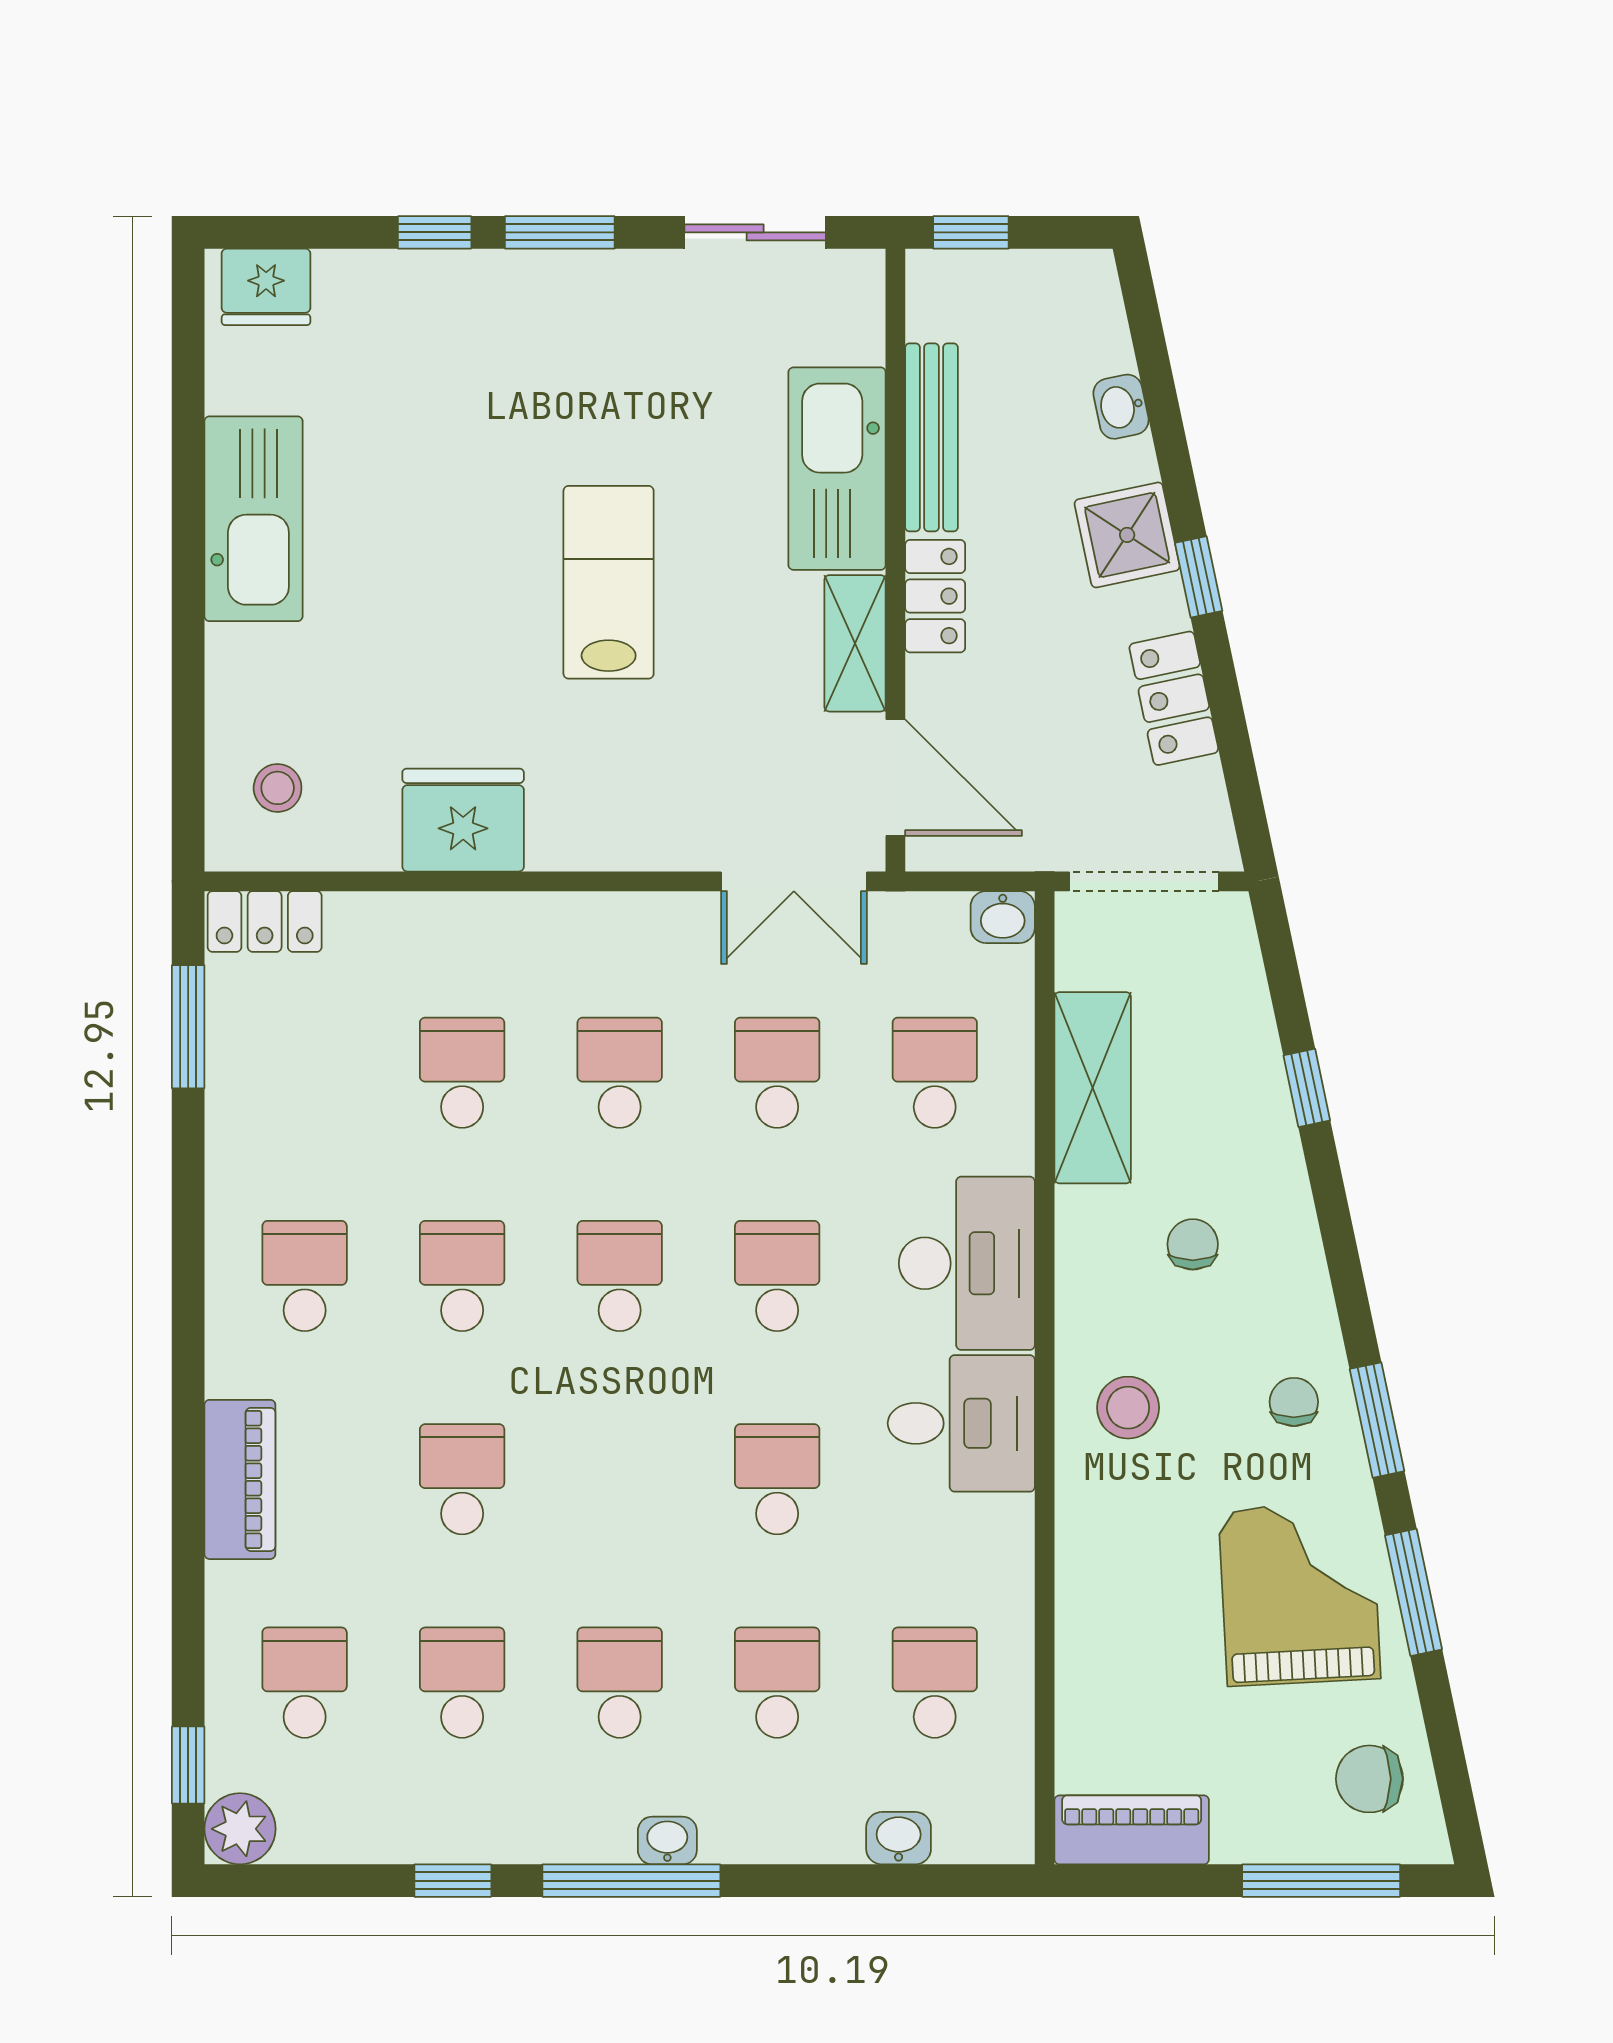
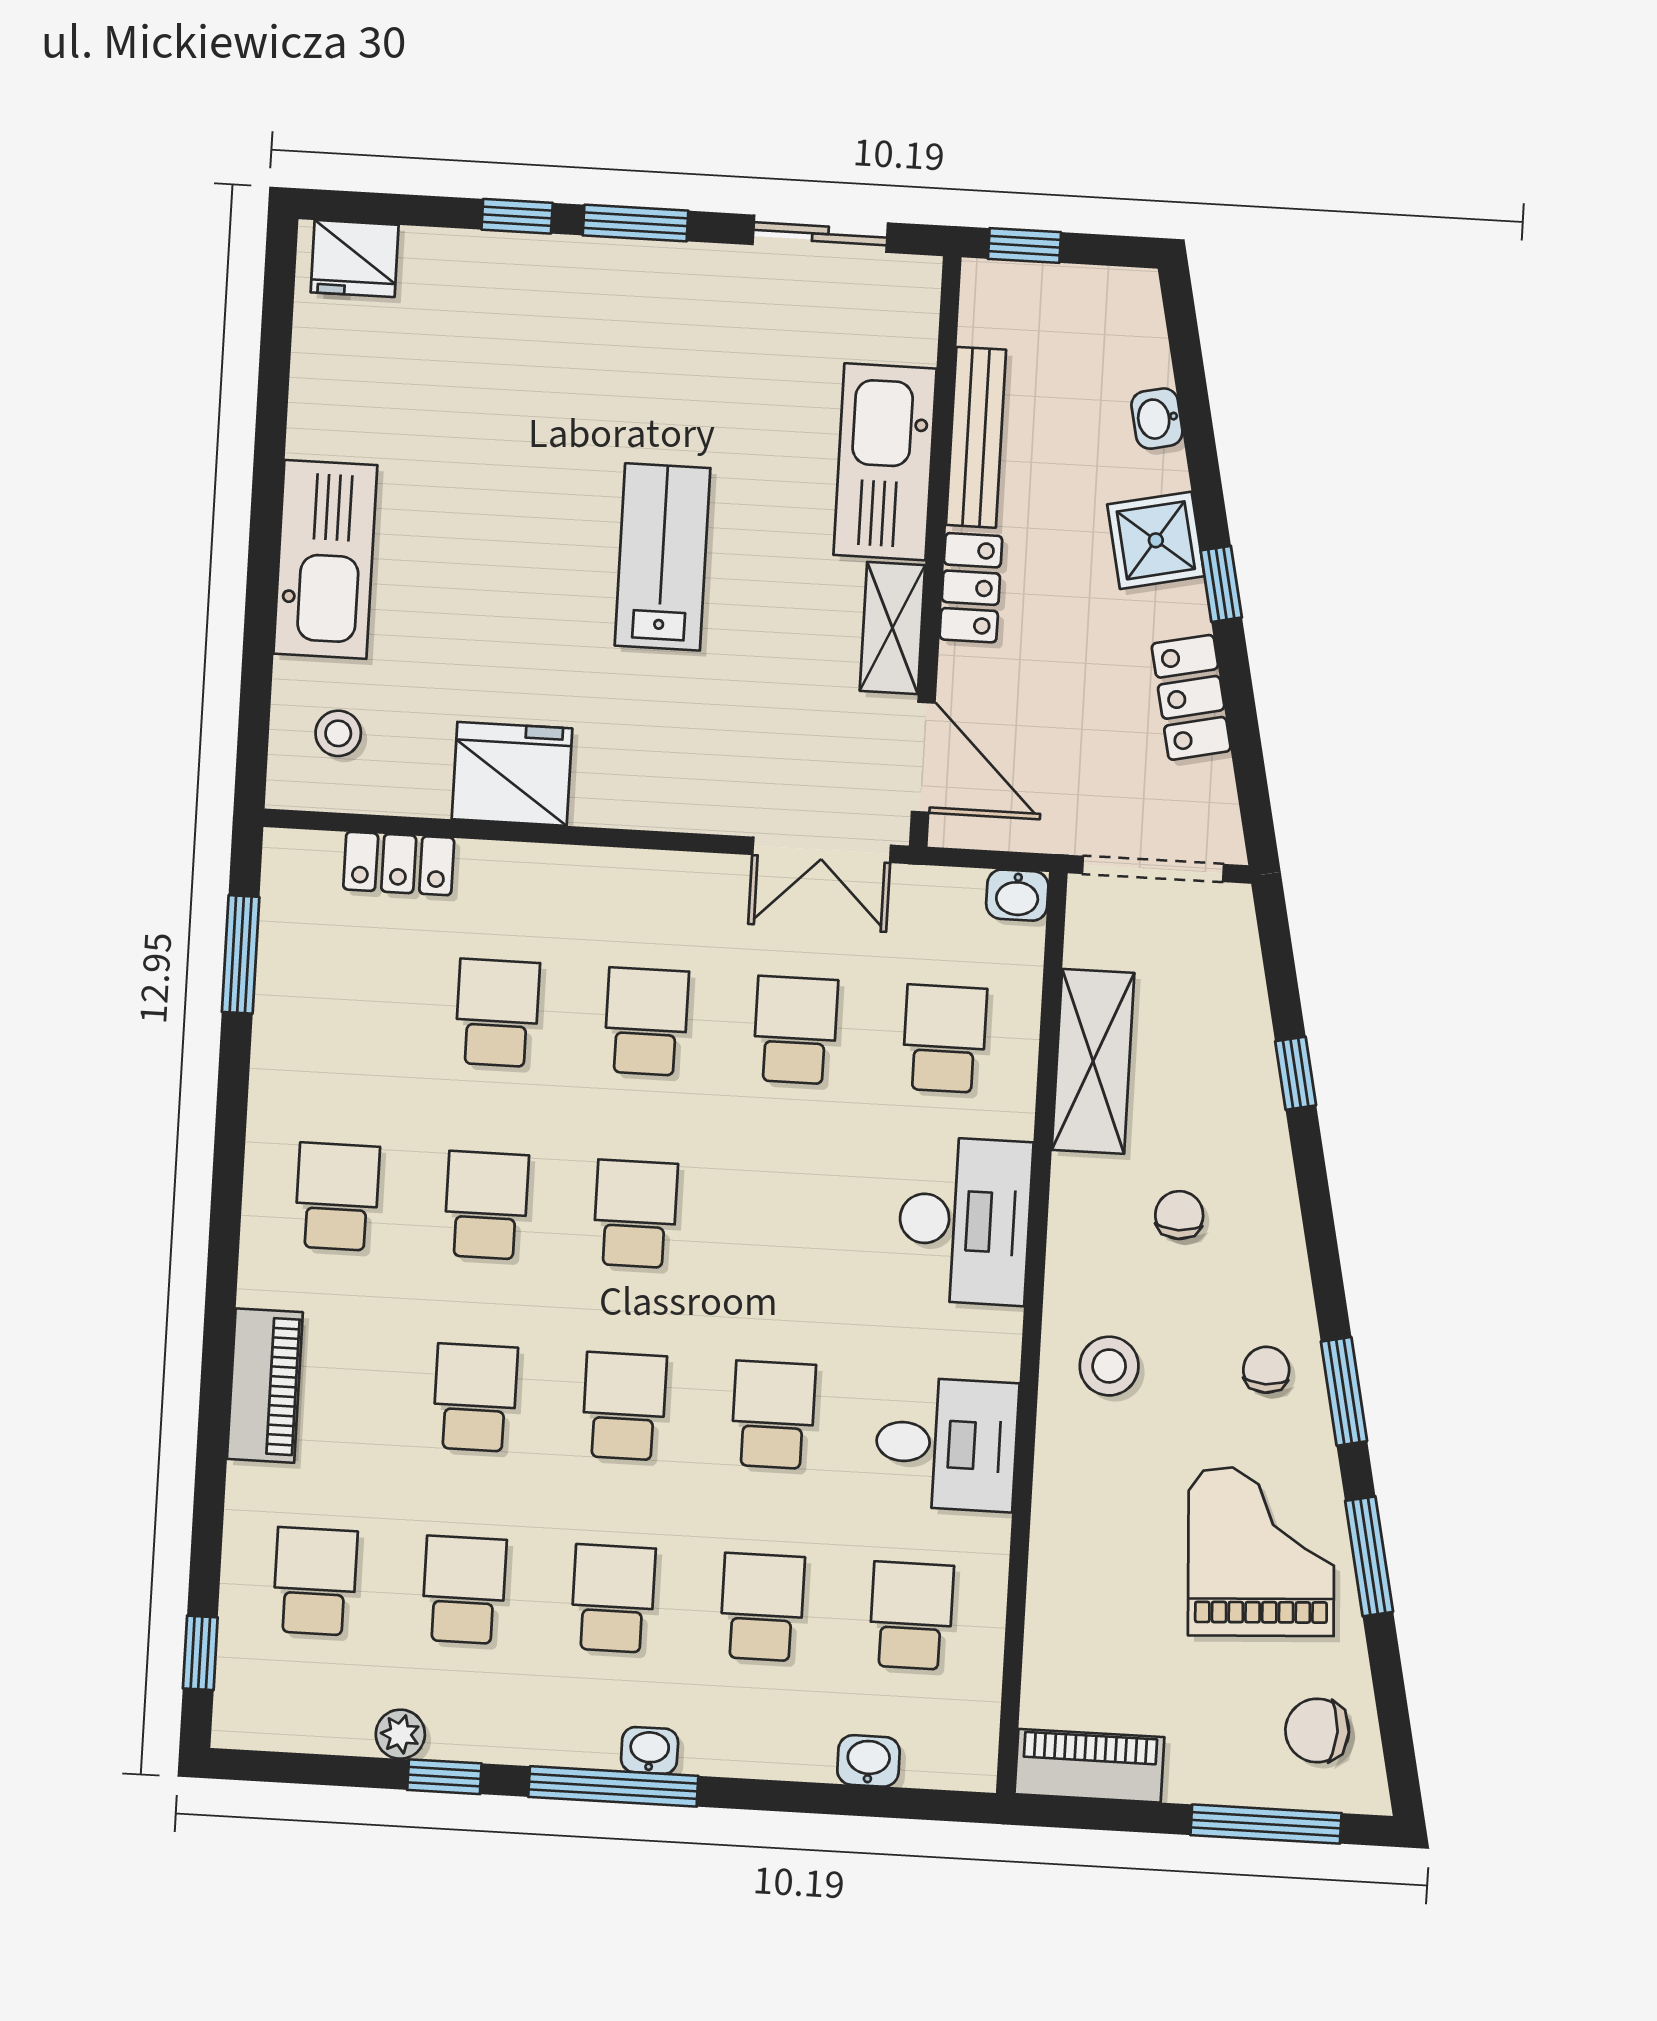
kitchen sink: (254, 519) -> (325, 559), moved
locker: (265, 921) -> (399, 864), moved
school desk: (777, 1276) -> (624, 1406), moved
desk: (961, 1423) -> (946, 1444), moved
plant: (240, 1829) -> (400, 1734), moved, width x0.73, depth x0.73

